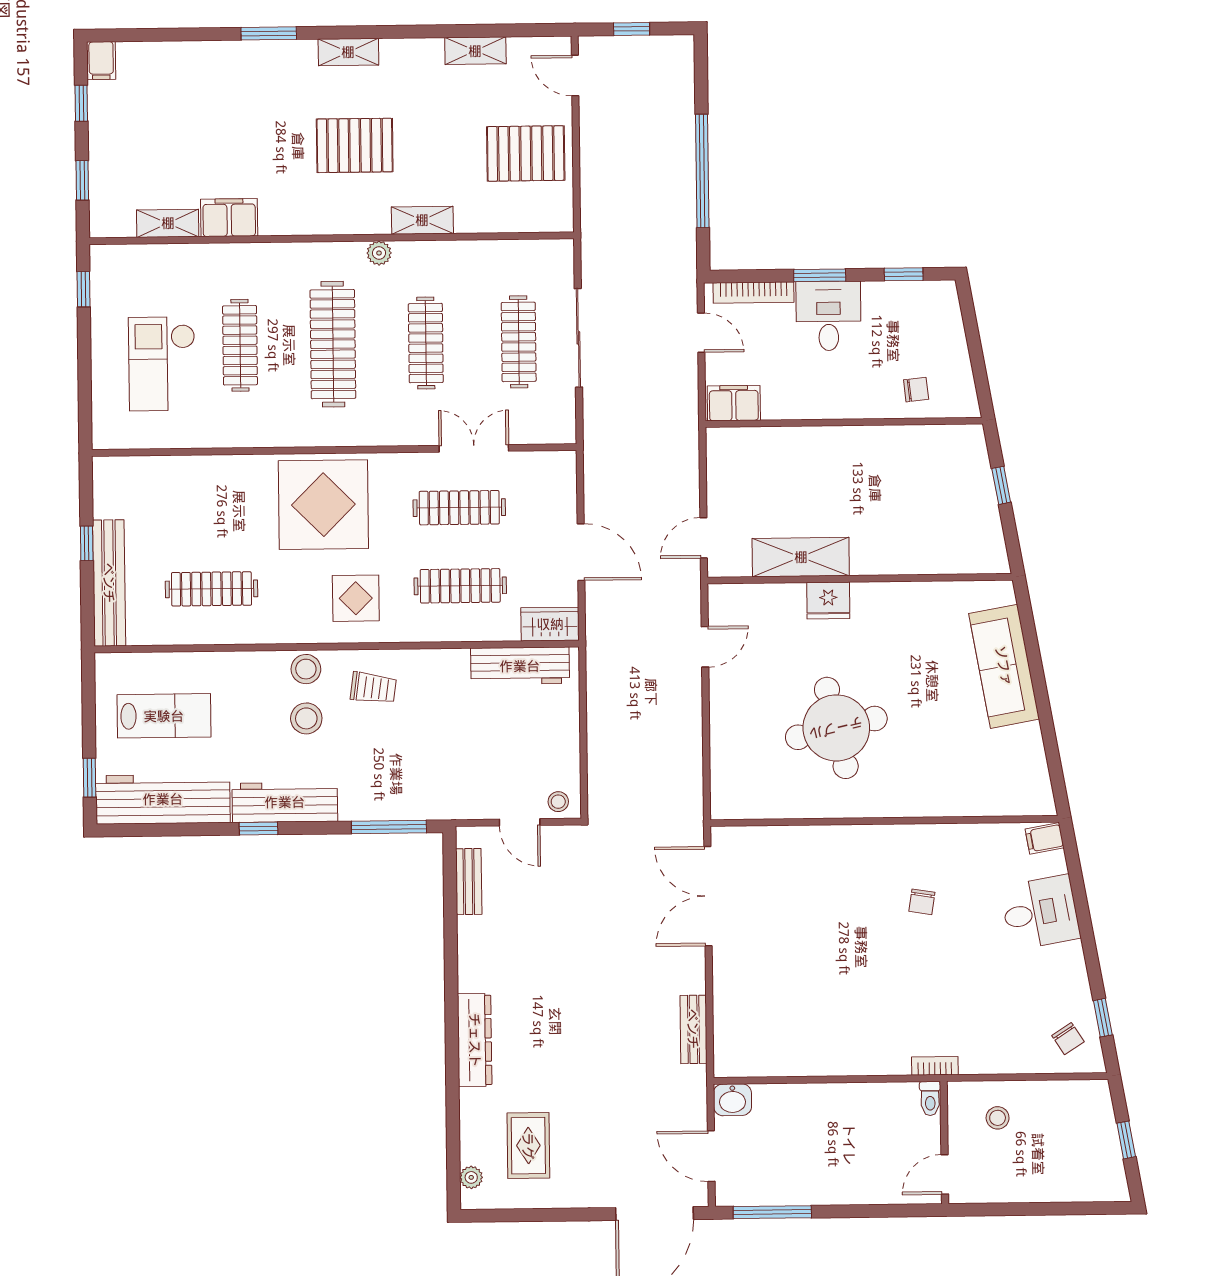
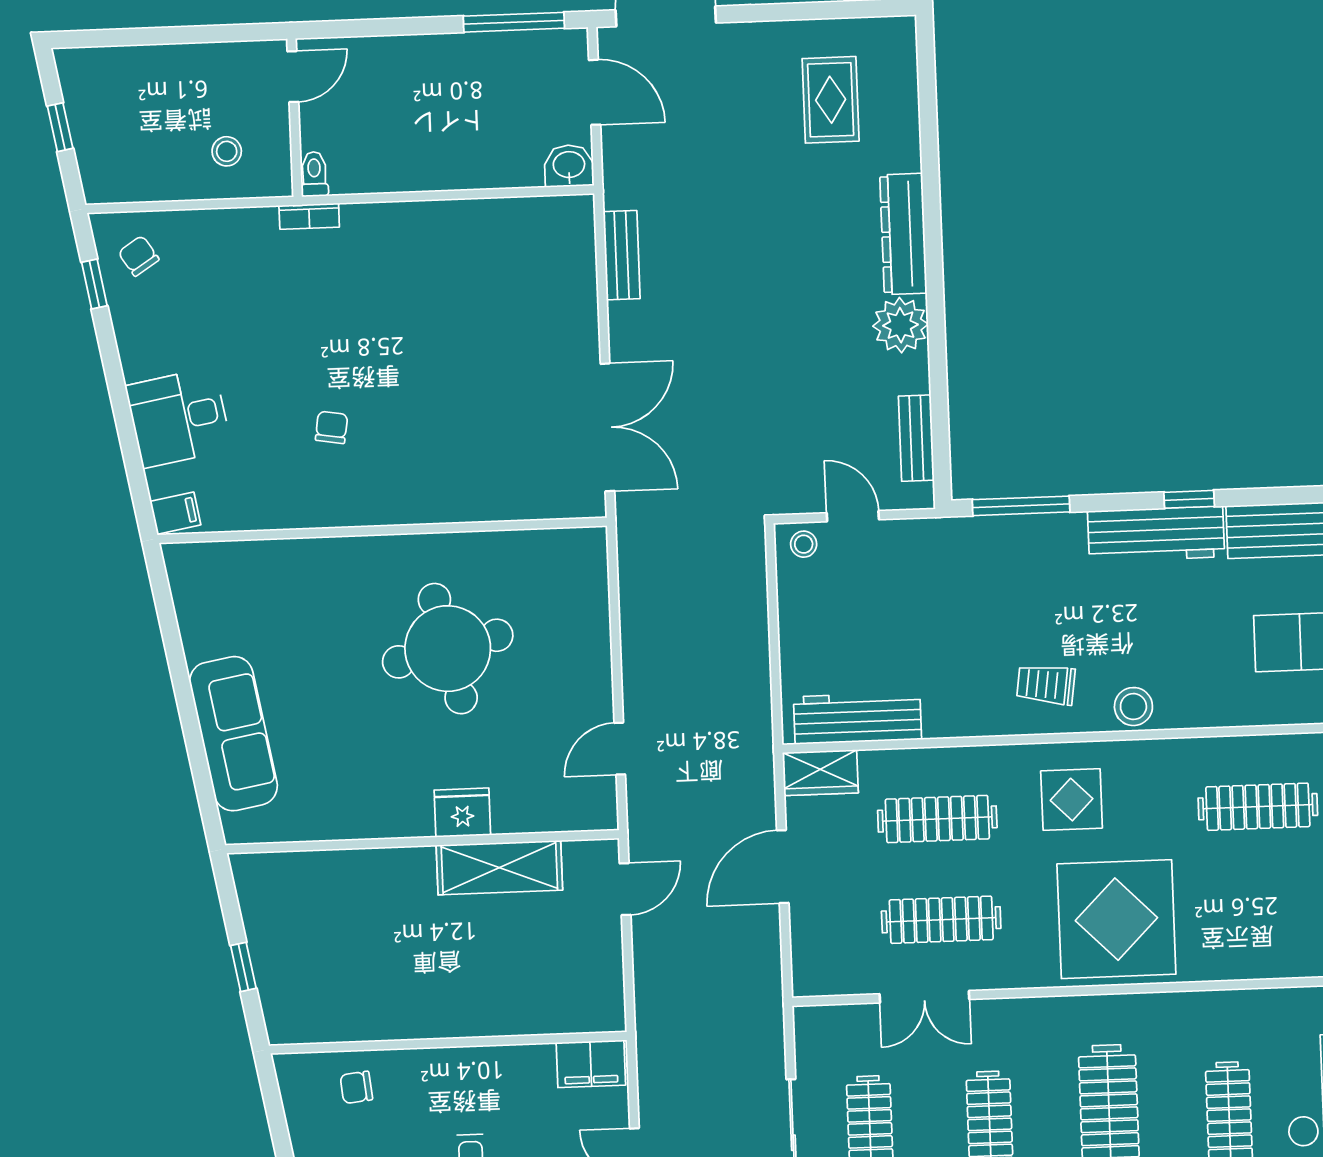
door: (581, 552) -> (783, 867), hinge flipped
stool: (306, 718) -> (1131, 643), removed
plant: (471, 1177) -> (901, 325), moved, width x1.88, depth x1.88

